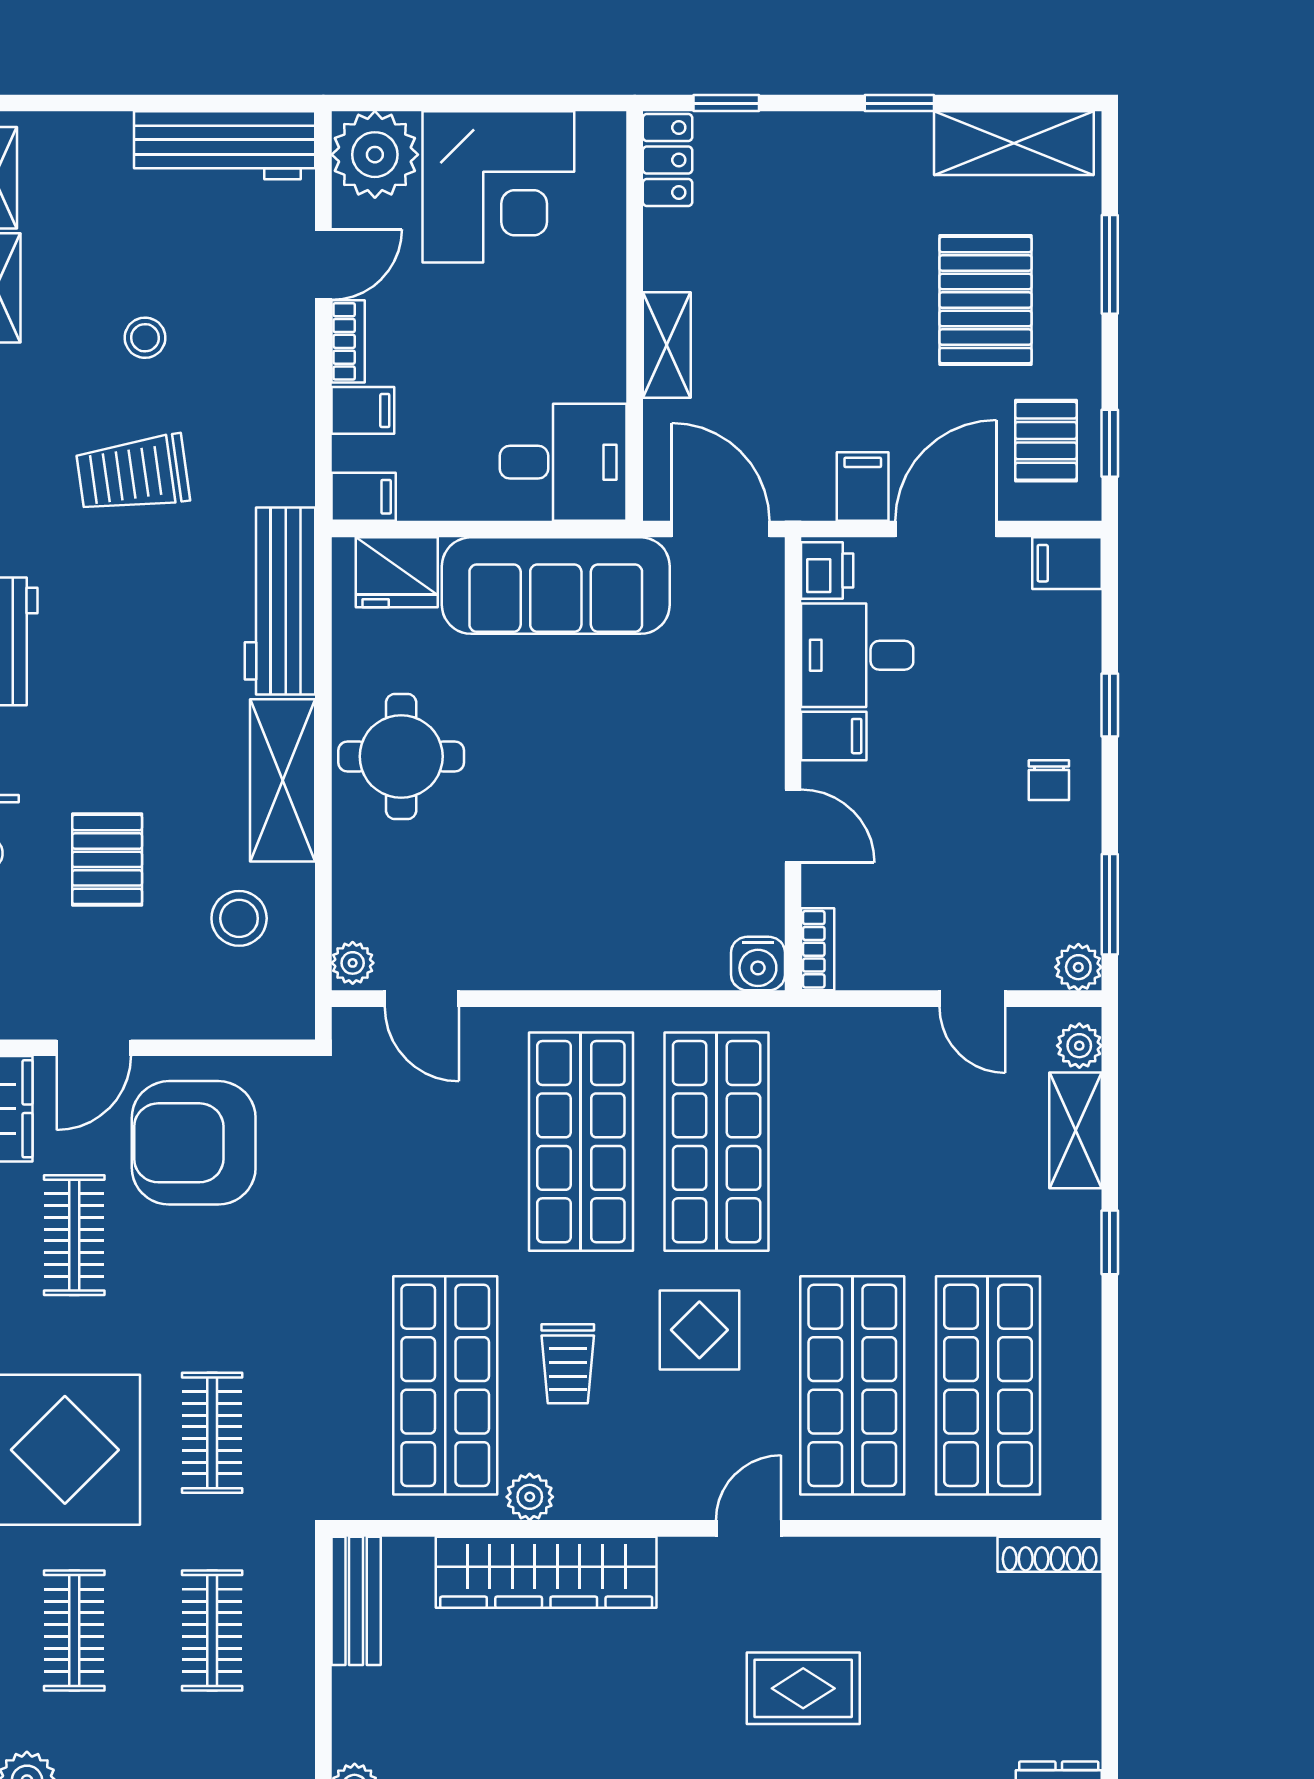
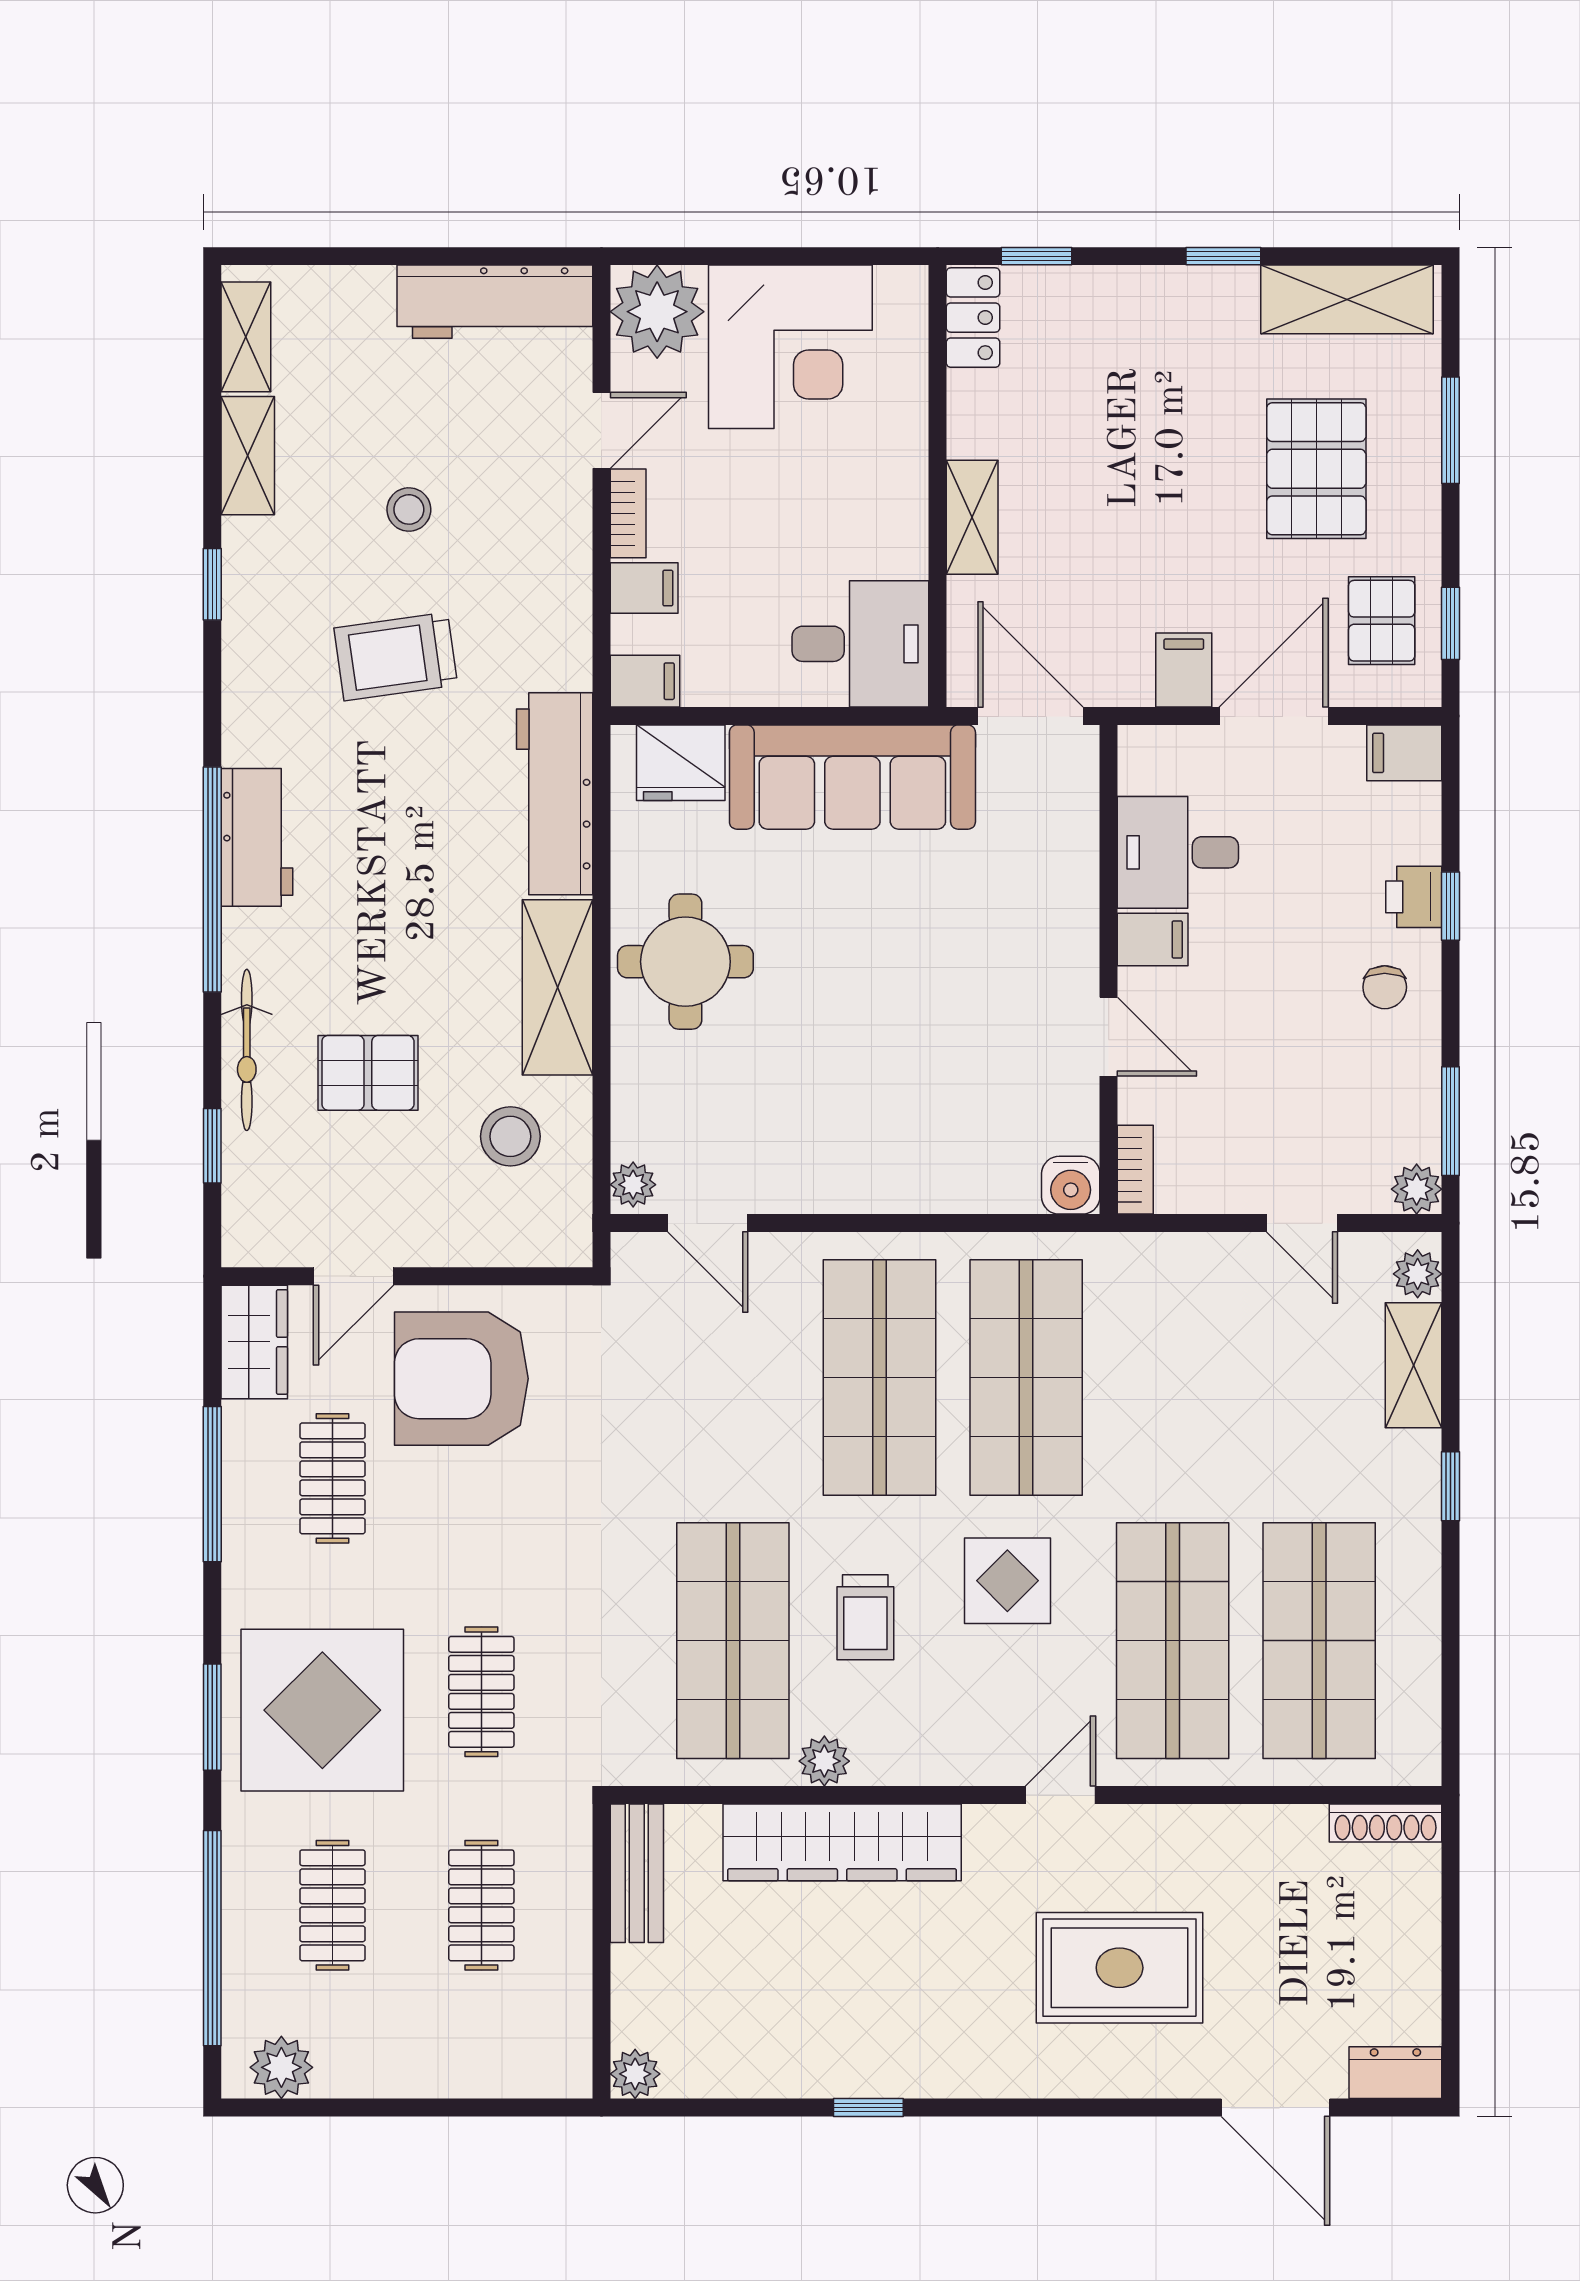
printer: (827, 570) -> (1414, 897), moved, turned 180
pallet: (107, 859) -> (368, 1073), turned 90
rug: (803, 1688) -> (1120, 1968), width x1.36, depth x1.43

